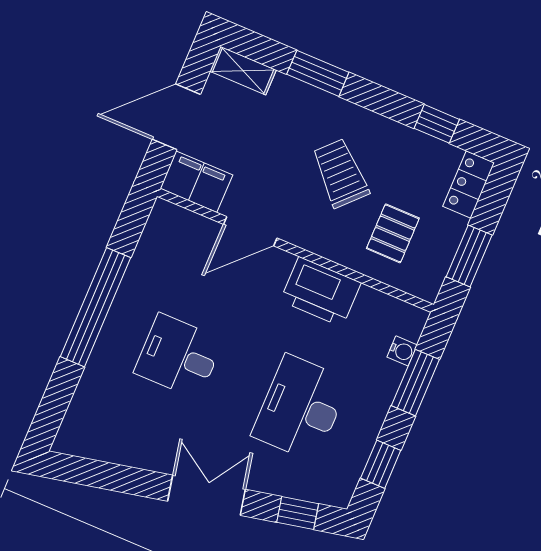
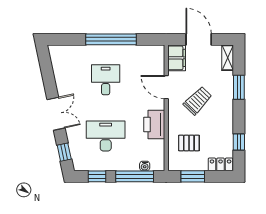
trolley: (340, 173) -> (198, 101), moved
window: (415, 383) -> (135, 176), width x1.44

